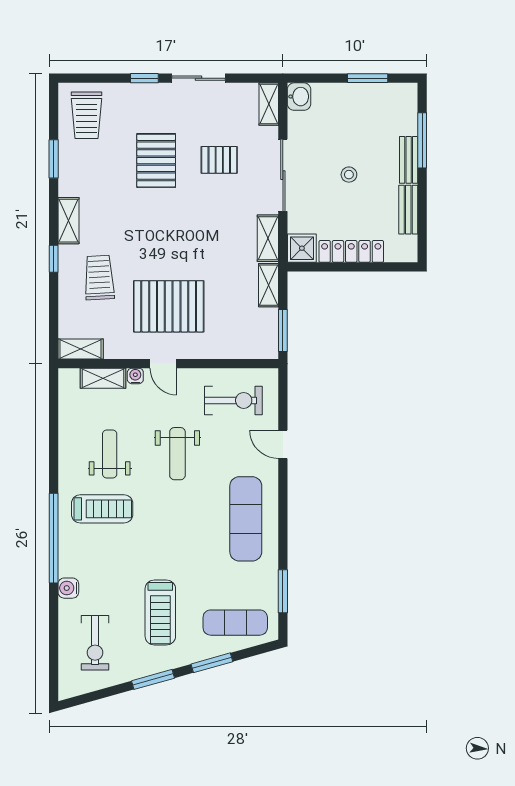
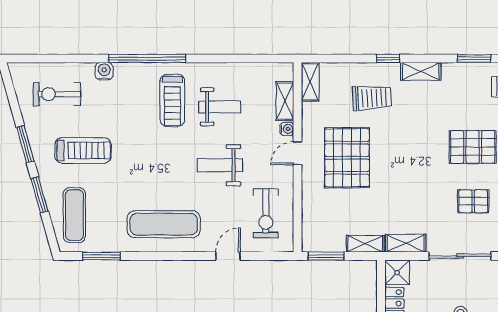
pallet: (219, 160) -> (473, 201), turned 90
treadmill: (160, 612) -> (83, 150), turned 180

